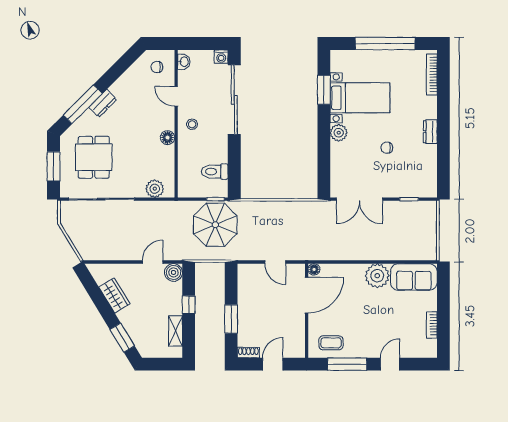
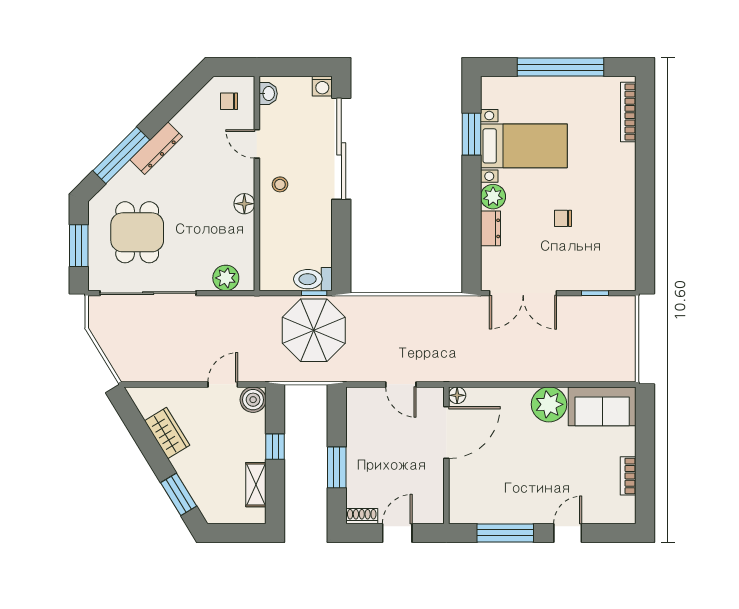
dresser: (103, 103) -> (156, 148), width x1.44
dresser: (430, 132) -> (490, 228), moved, turned 180
toilet: (215, 172) -> (313, 279), moved
coffee table: (331, 343) -> (482, 502), removed

